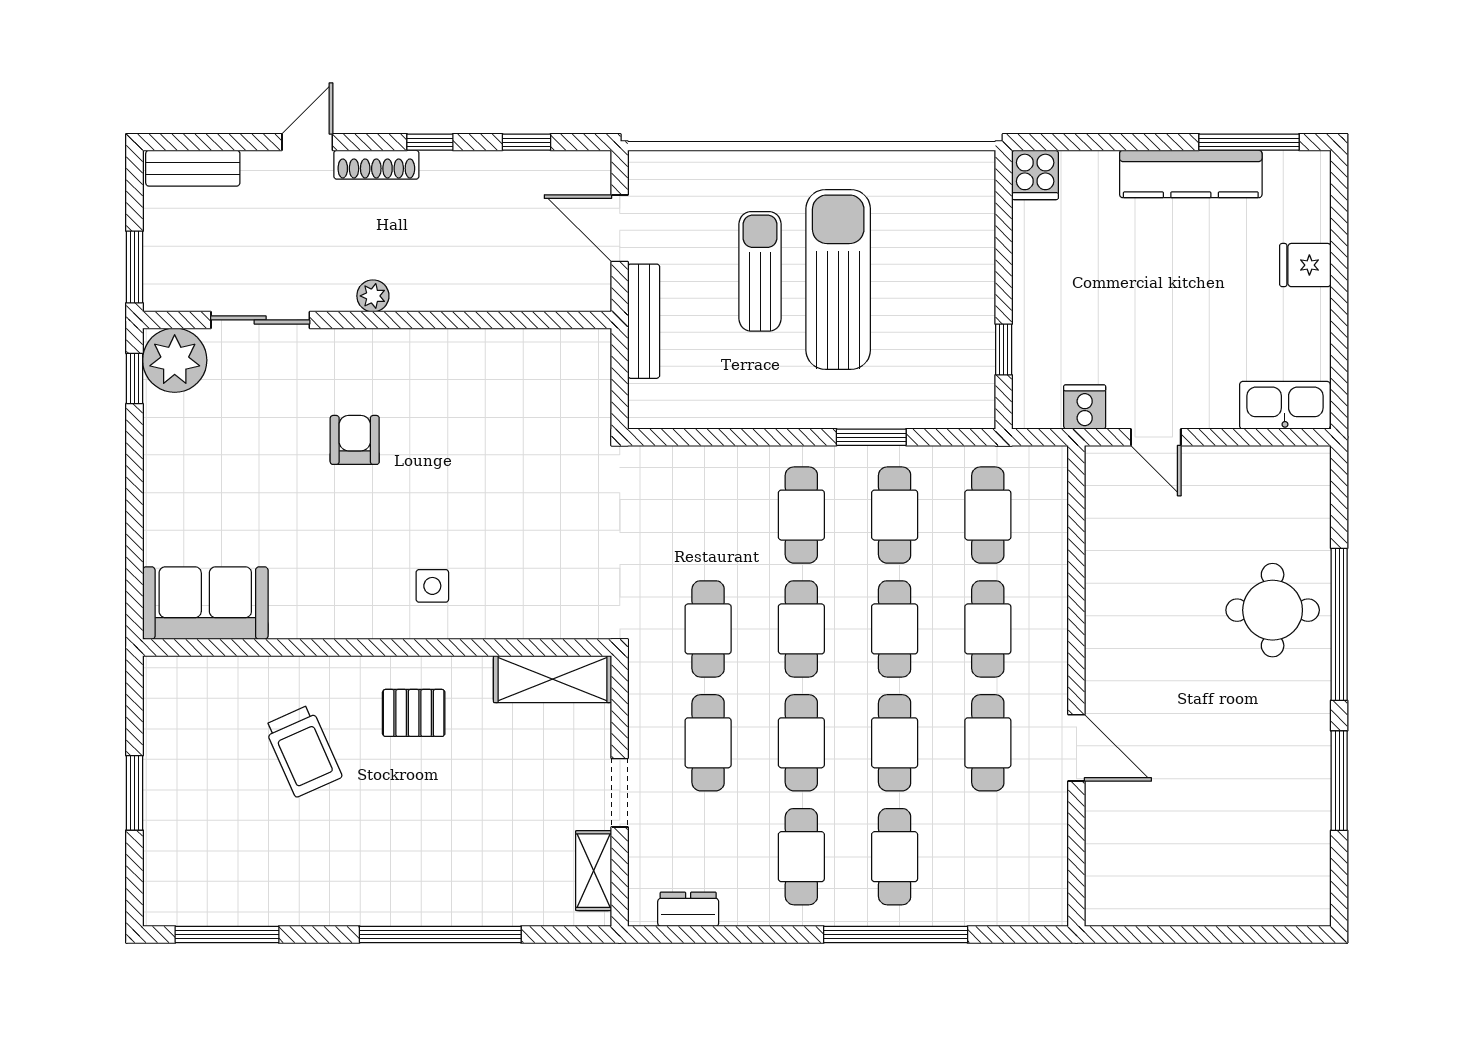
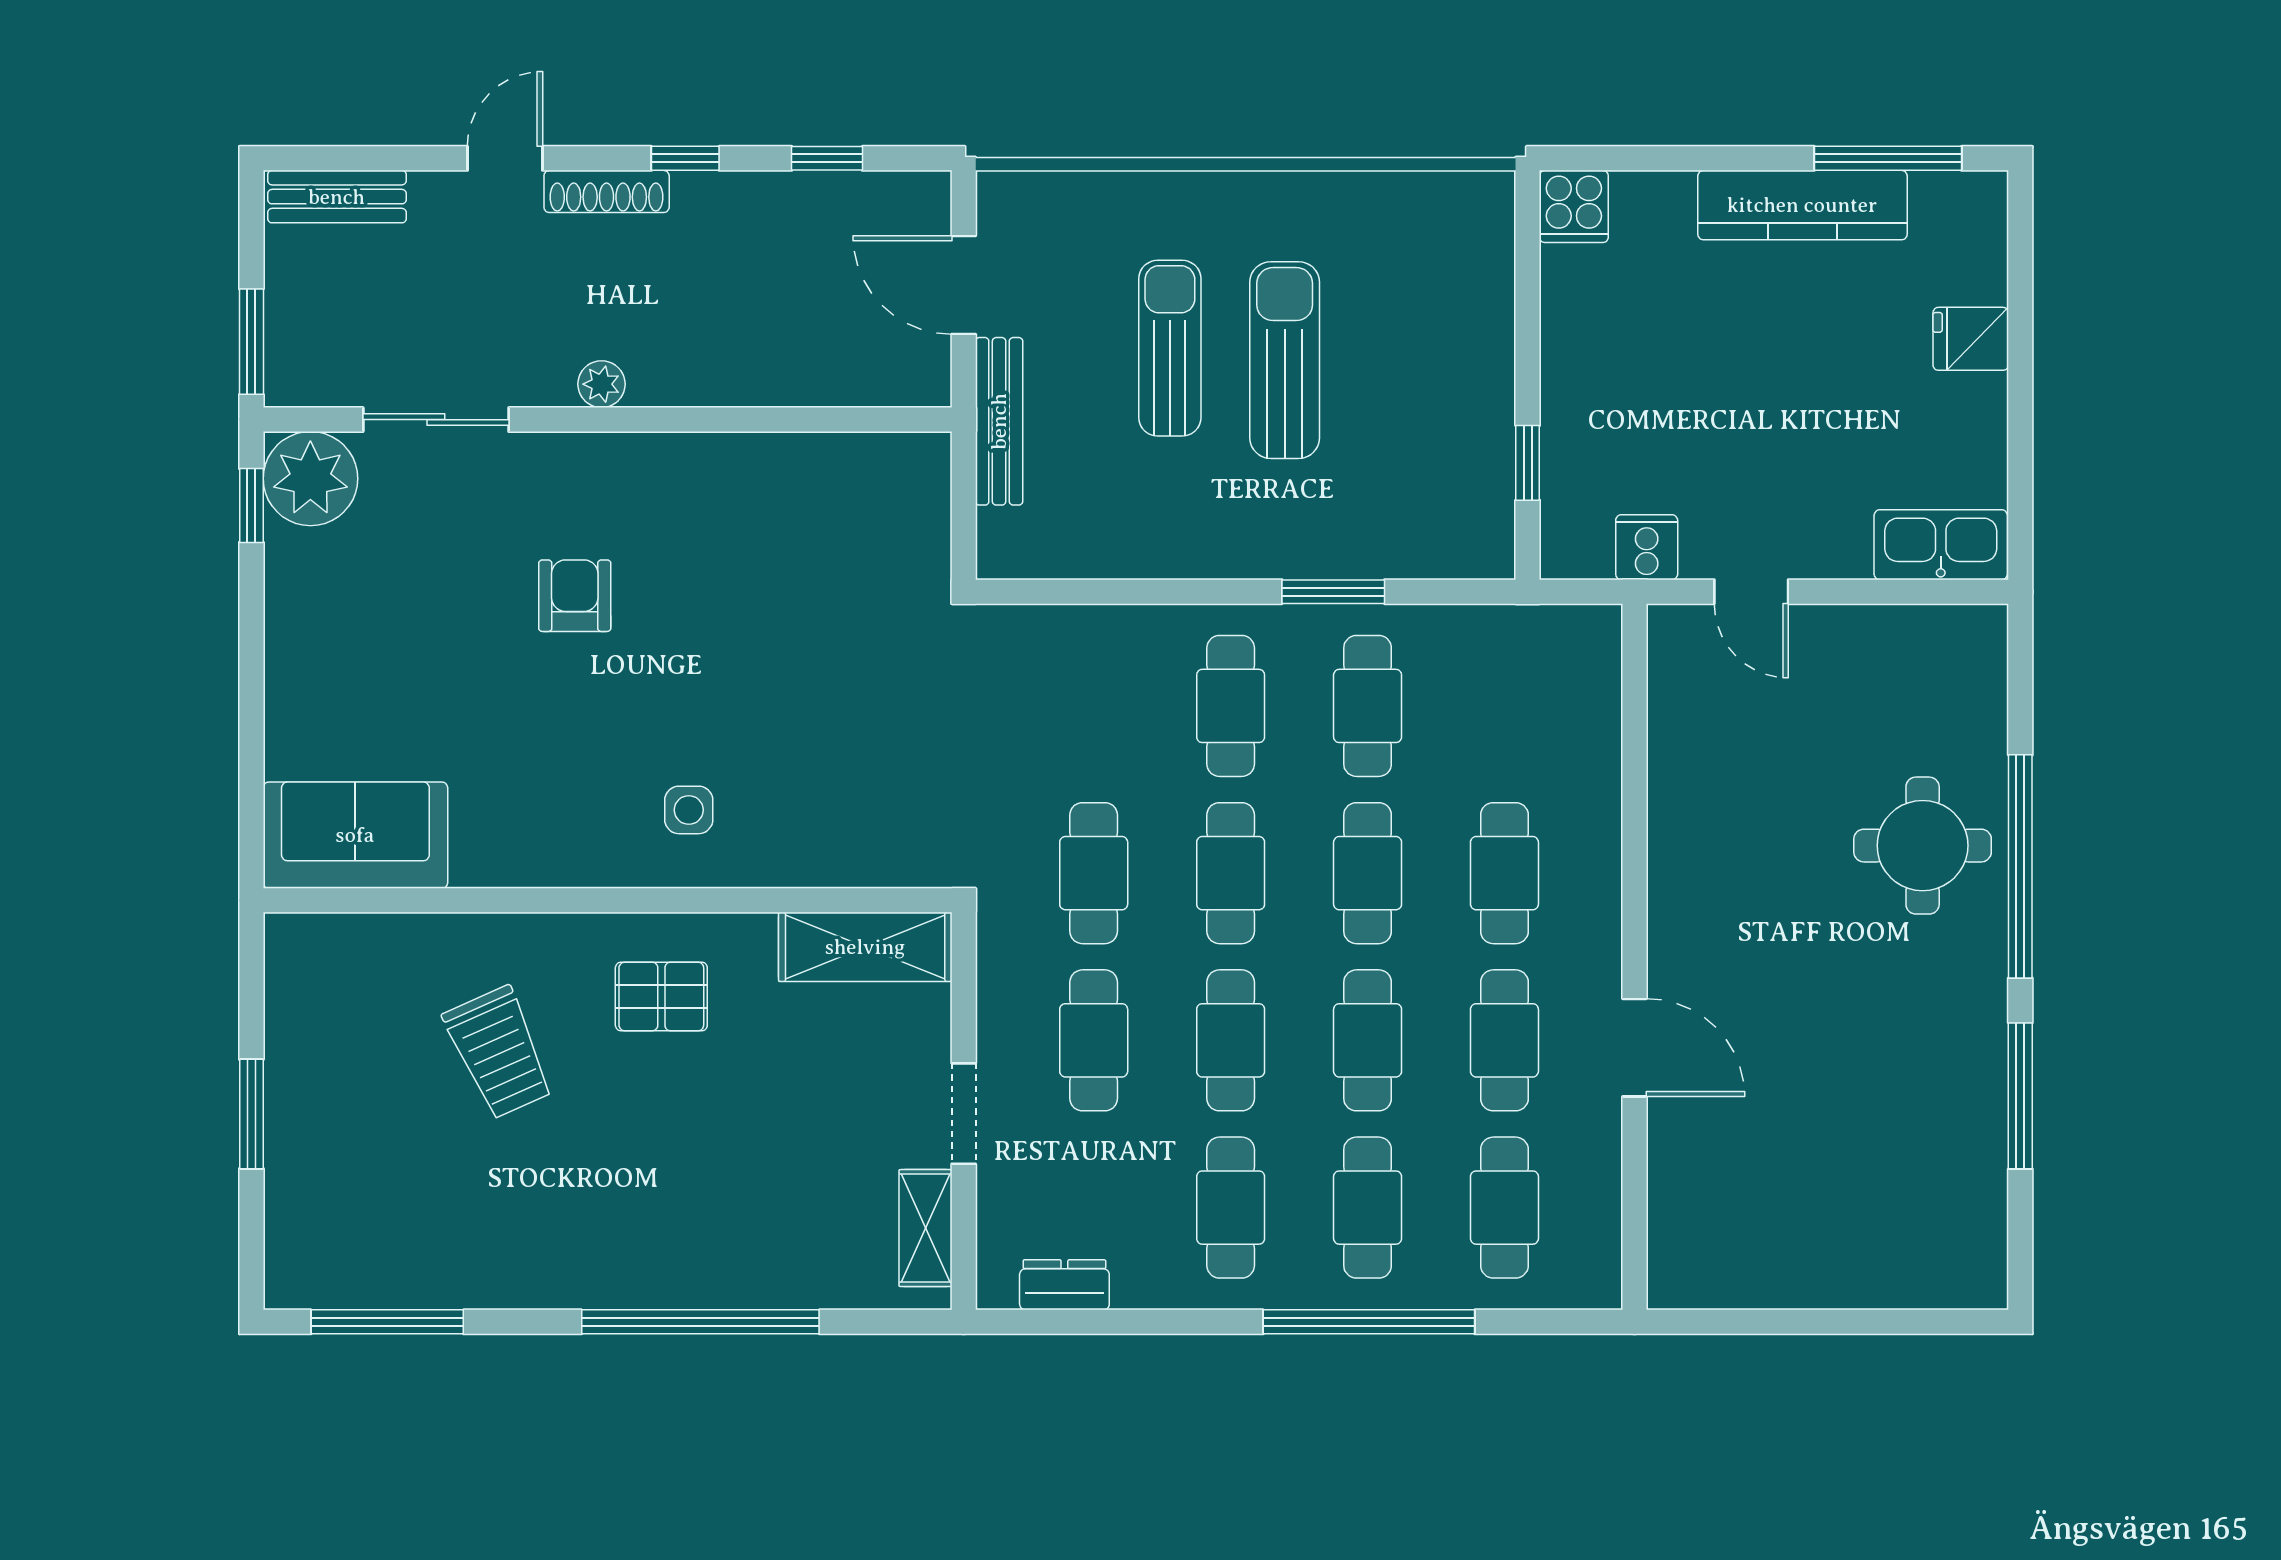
sun lounger: (838, 279) -> (1285, 360), width x0.73, depth x0.75
cafe table: (988, 515) -> (1504, 1208), moved

